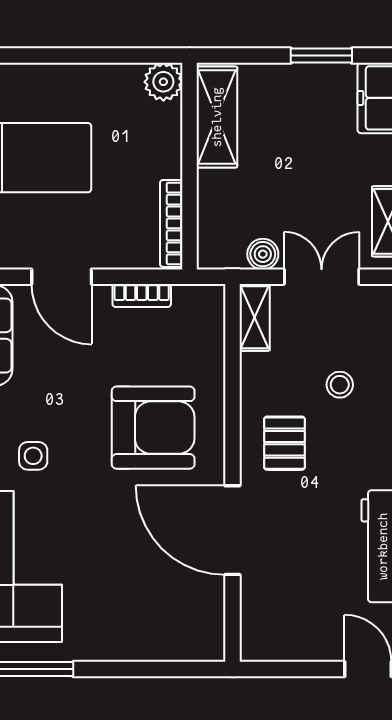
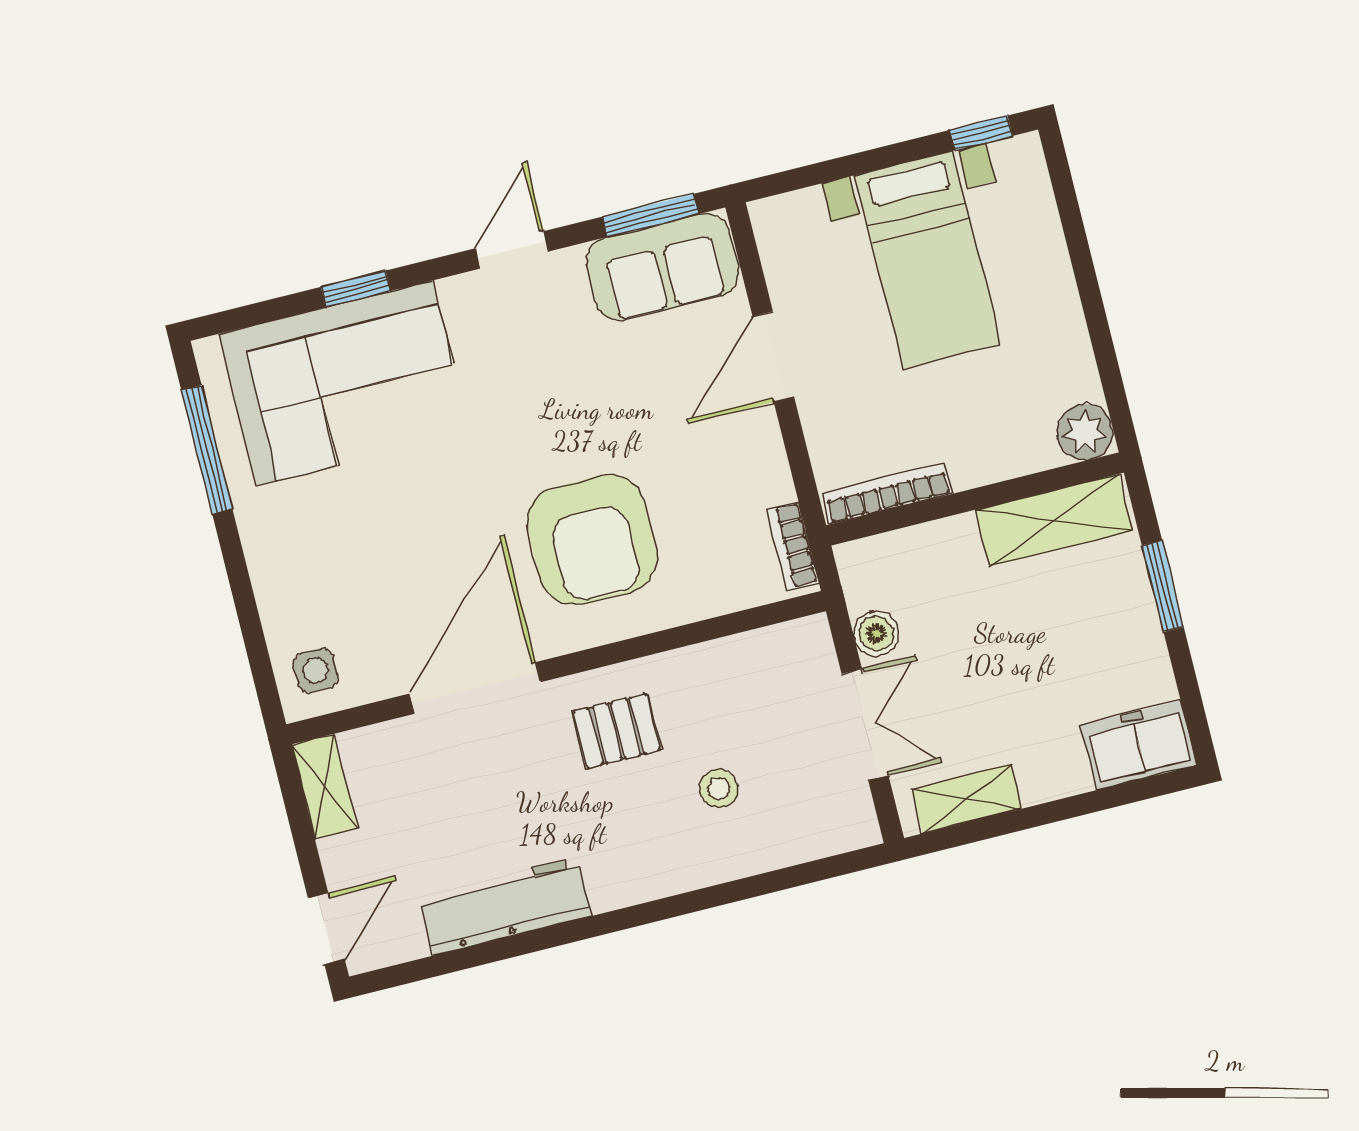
window: (321, 56) -> (1163, 586), moved
bookcase: (142, 295) -> (792, 546), moved
shelving: (255, 317) -> (324, 786), moved, turned 90
side table: (33, 456) -> (316, 670), moved

